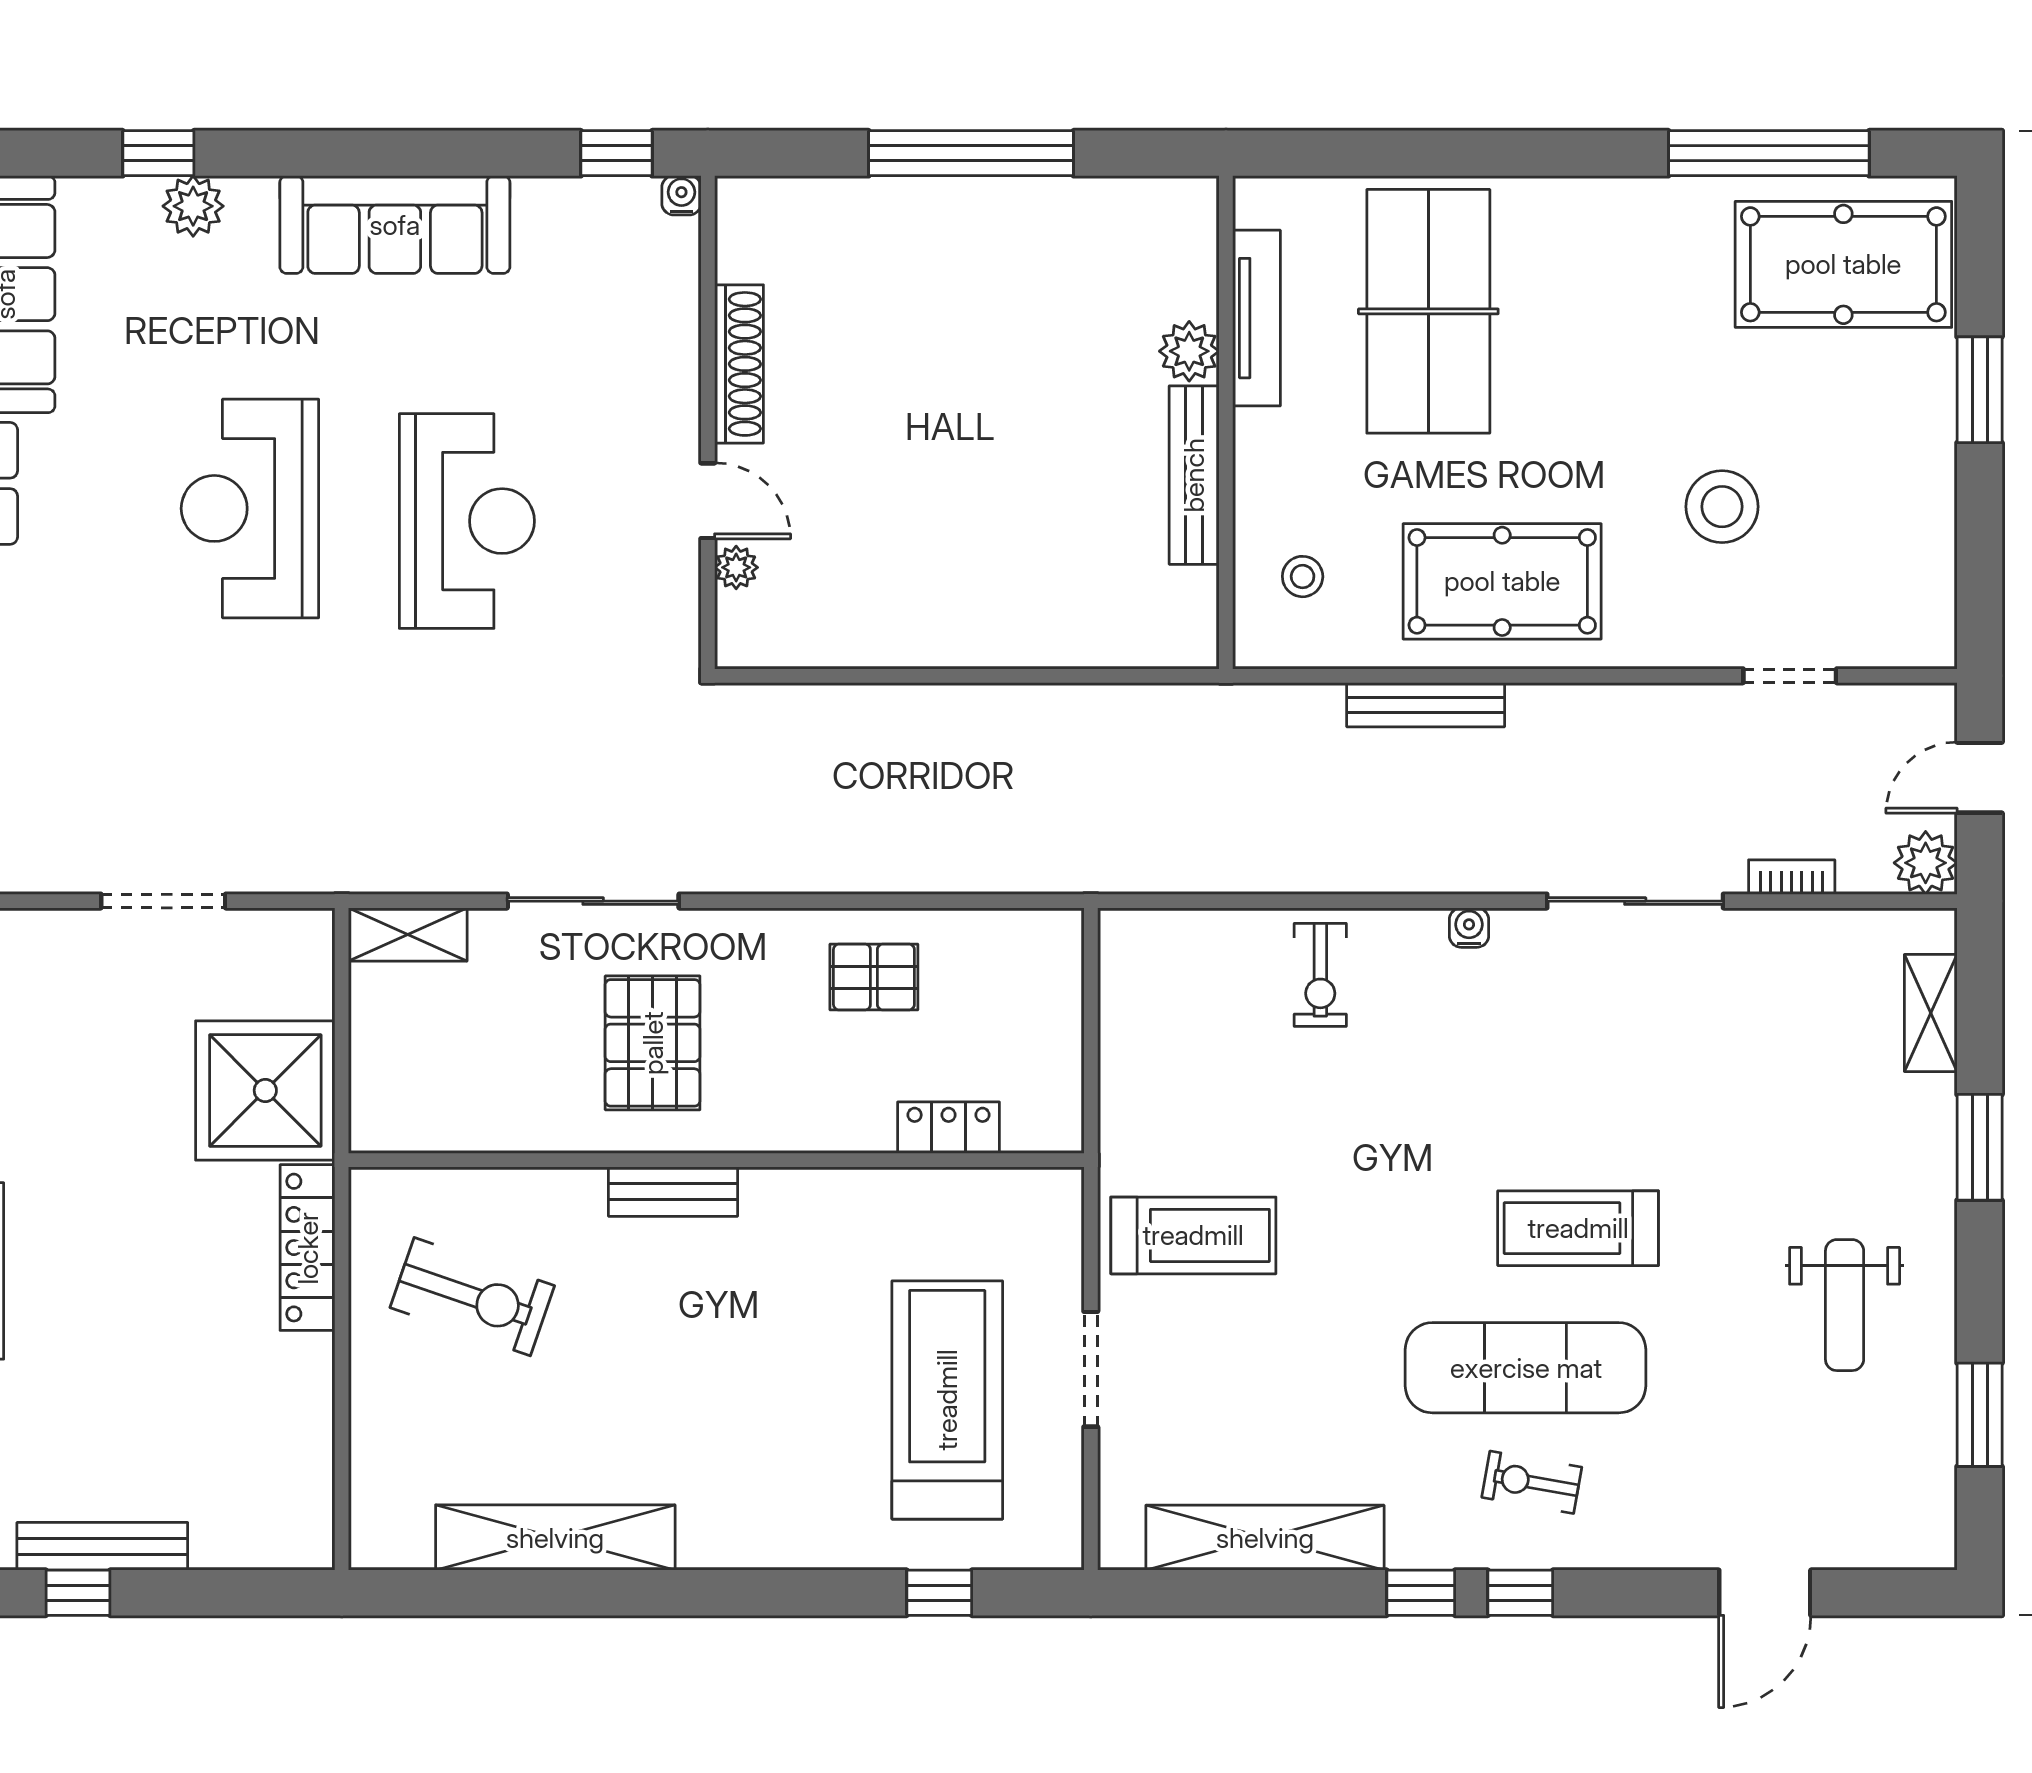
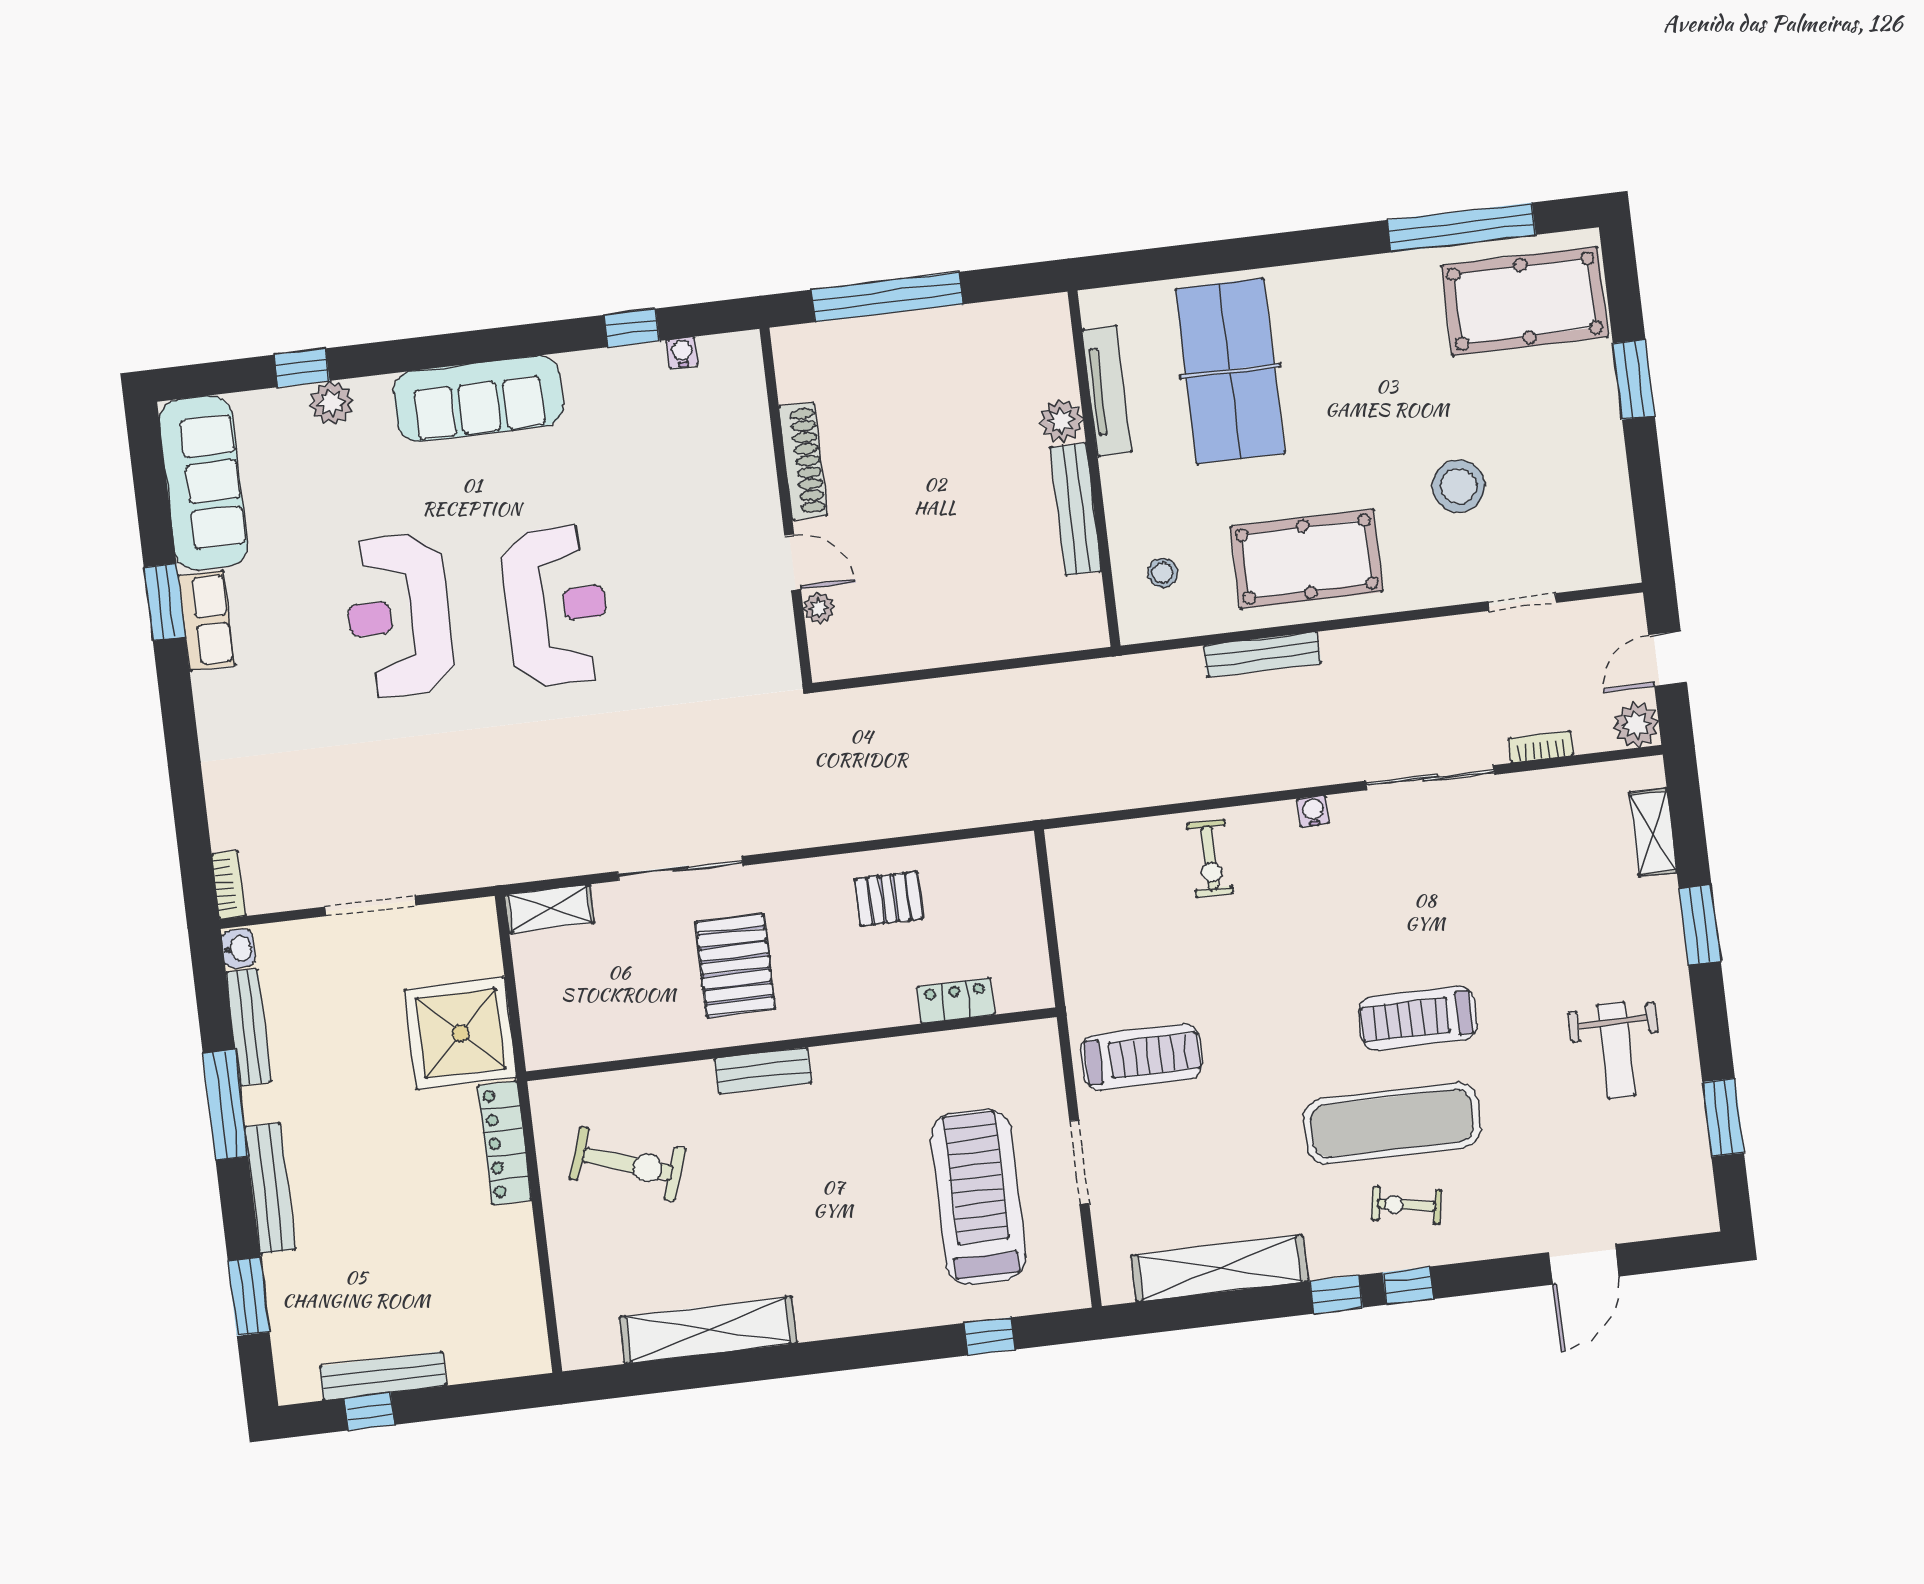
shoe rack: (739, 364) -> (803, 461), moved
wall: (708, 422) -> (786, 506), moved
door: (708, 501) -> (793, 562), moved
plant: (736, 567) -> (819, 608), moved

